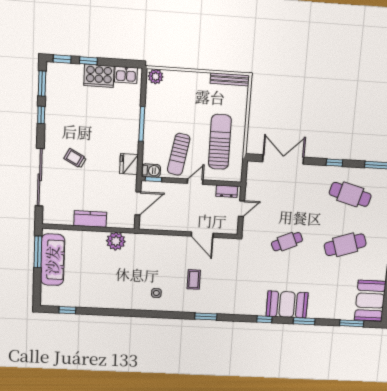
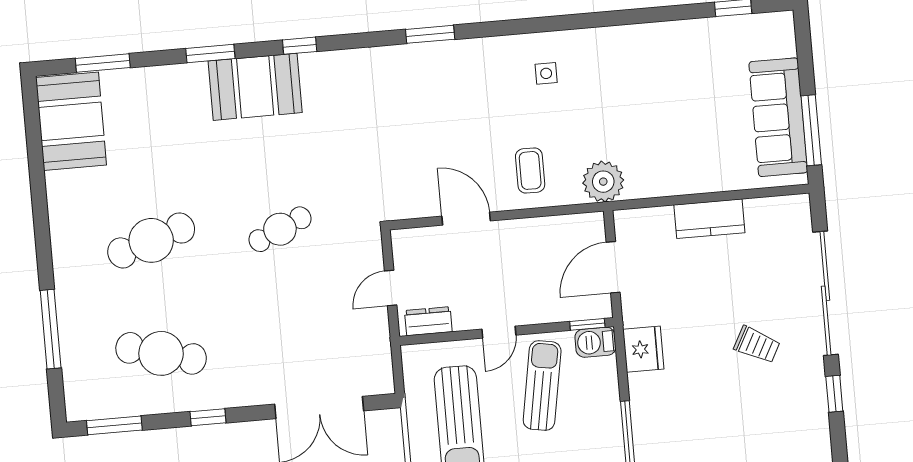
window: (41, 115) -> (834, 394), moved
plant: (116, 241) -> (603, 182), moved
coffee table: (194, 279) -> (530, 170), moved

